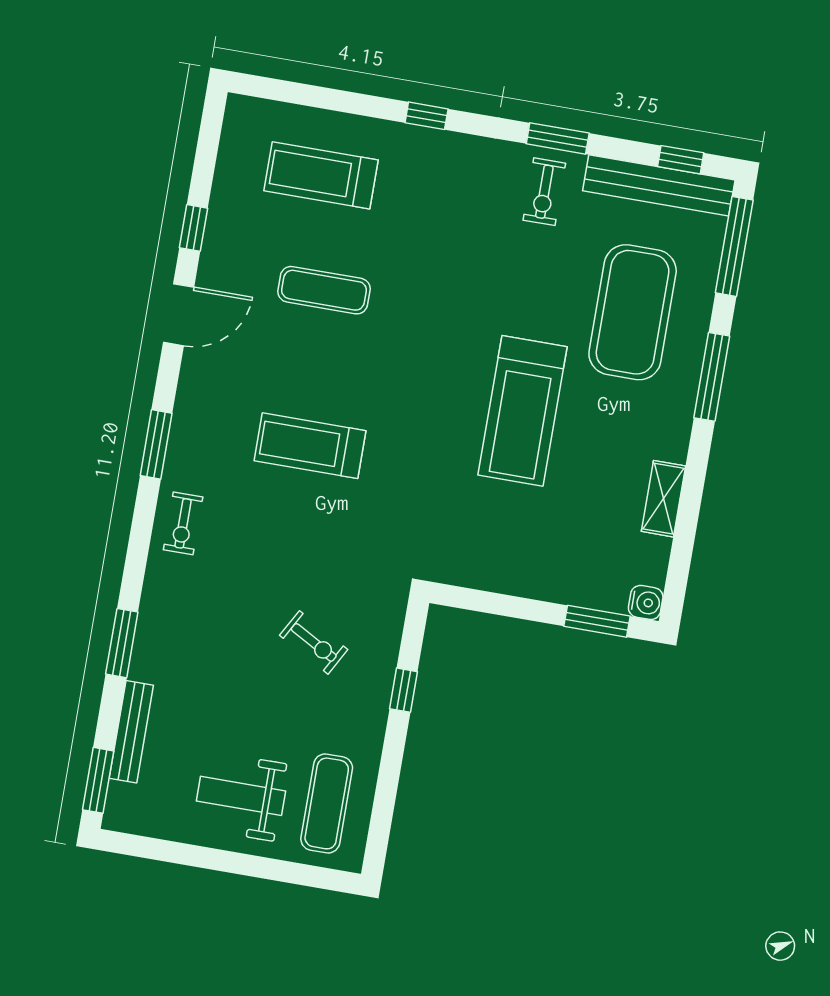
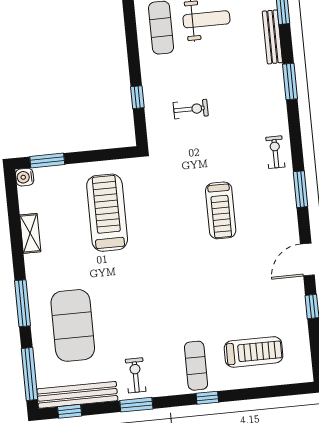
exercise mat: (324, 290) -> (196, 366), moved, turned 90
treadmill: (523, 411) -> (107, 213), moved
treadmill: (310, 446) -> (221, 210), turned 90
exercise bike: (314, 642) -> (191, 109), turned 151

